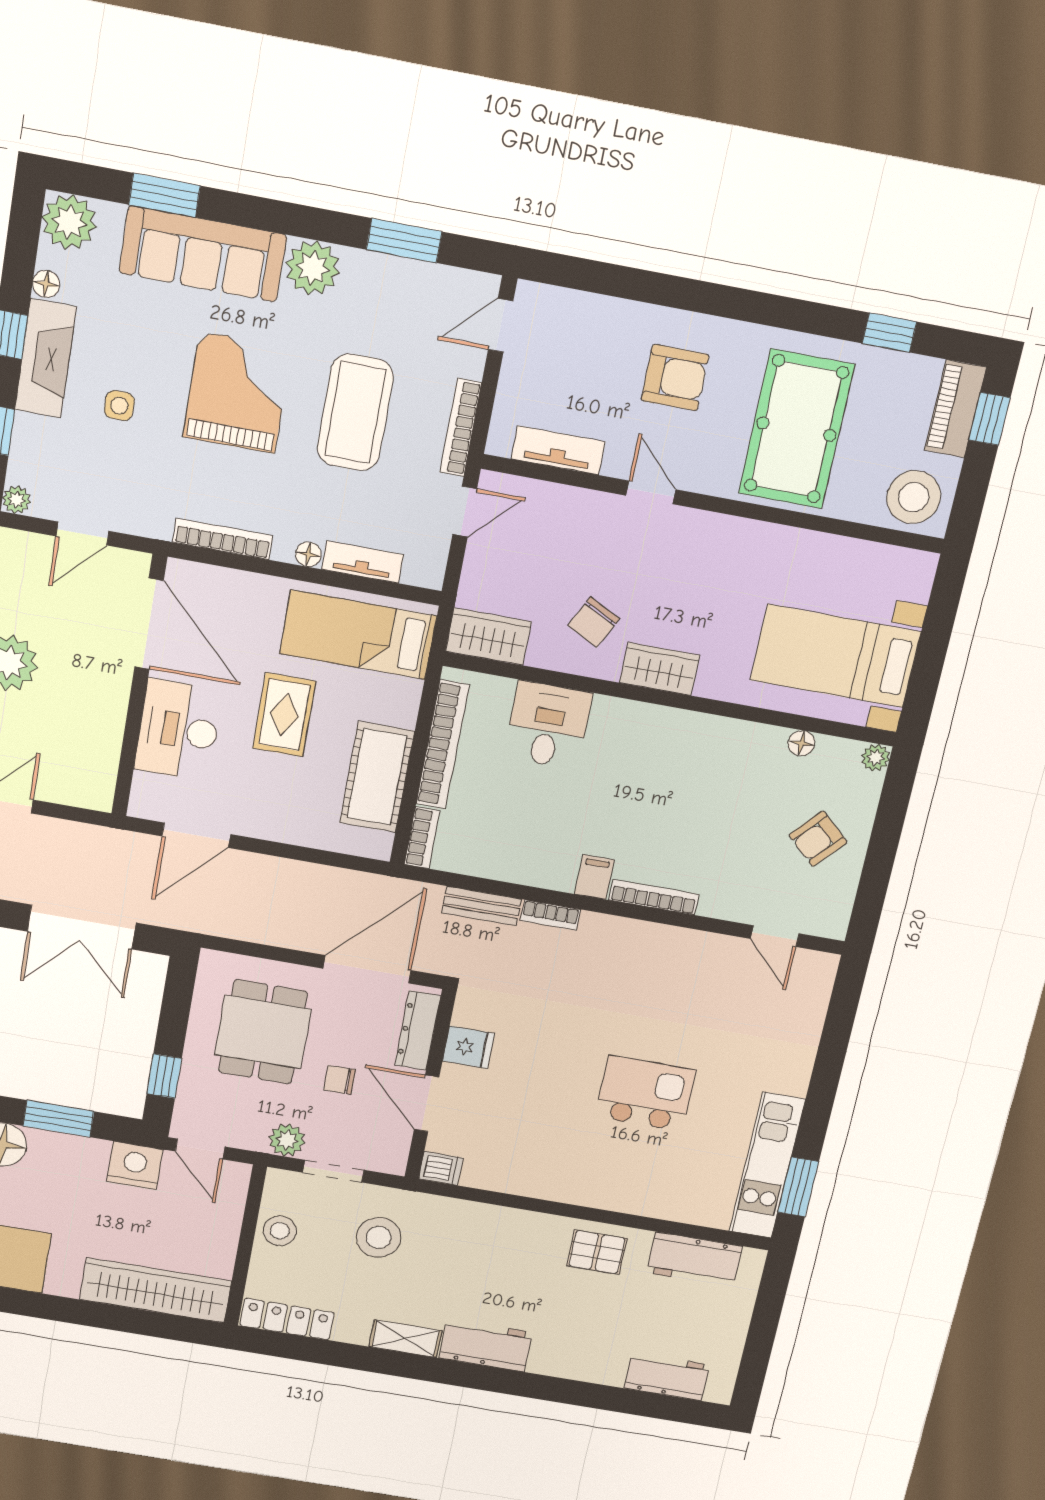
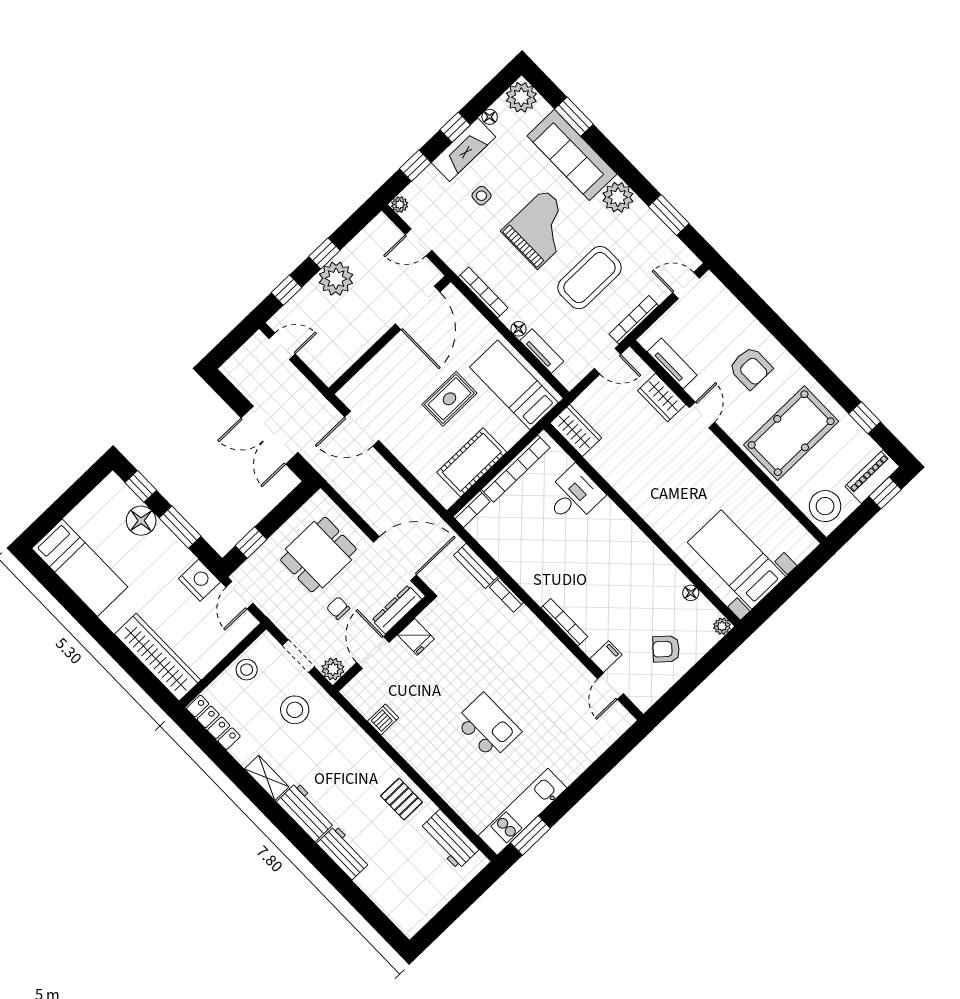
chair: (594, 622) -> (631, 459), removed
wardrobe: (660, 669) -> (662, 398), moved, turned 180
desk: (178, 730) -> (393, 370), removed
filing cabinet: (594, 877) -> (606, 657), moved
plant: (287, 1140) -> (333, 669), moved
dishwasher: (441, 1168) -> (383, 719), moved, turned -90
workbench: (667, 1377) -> (344, 853), moved

